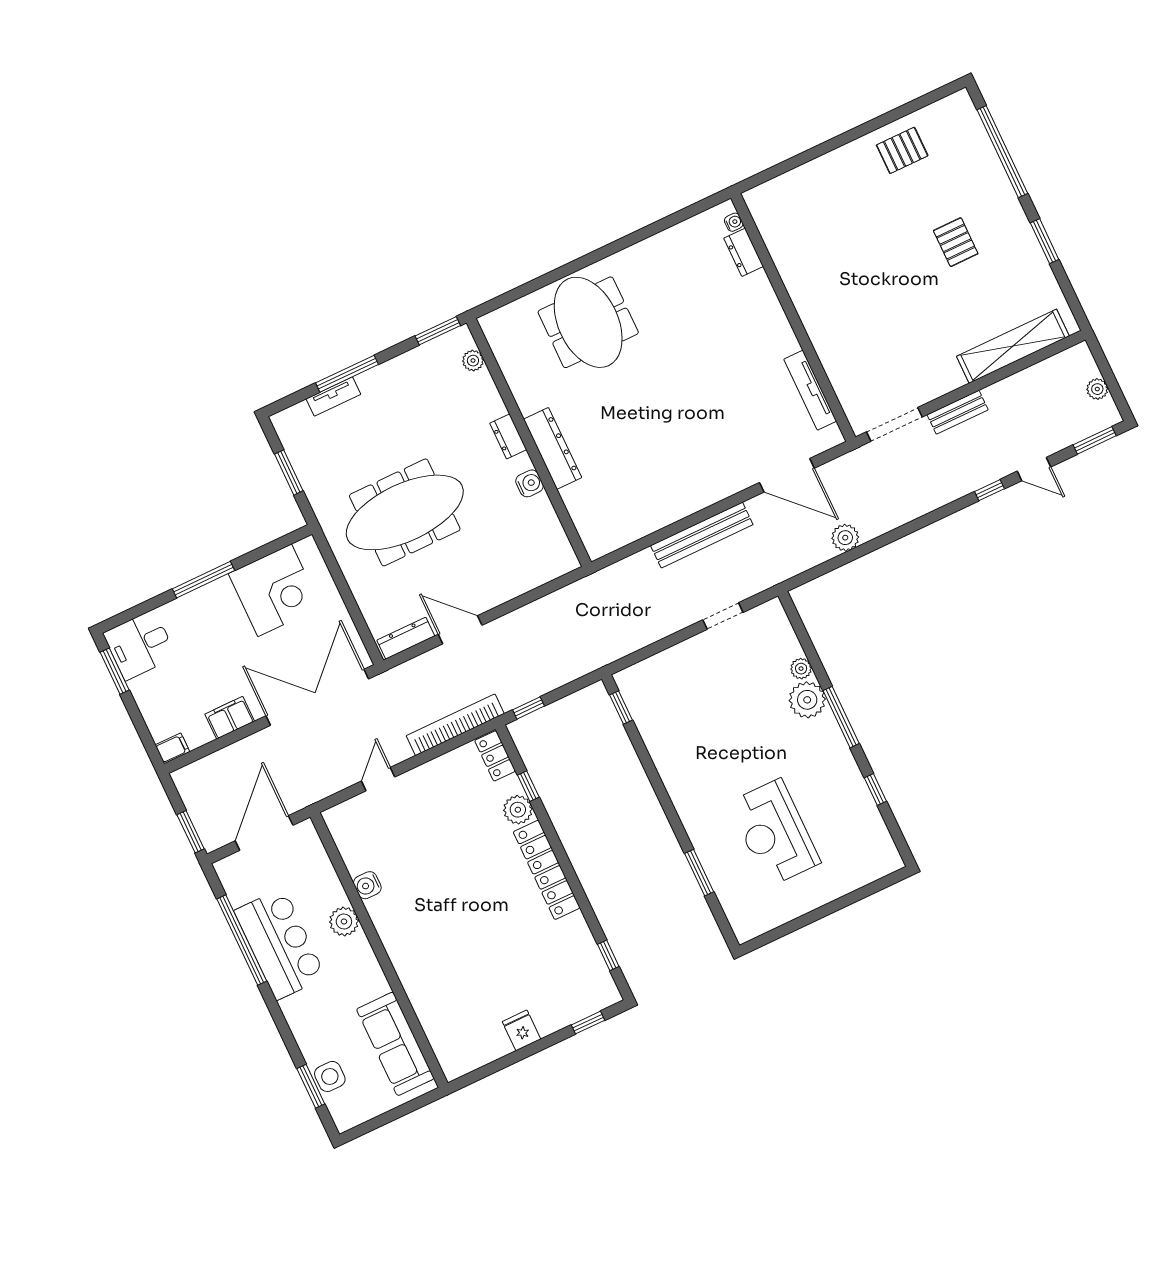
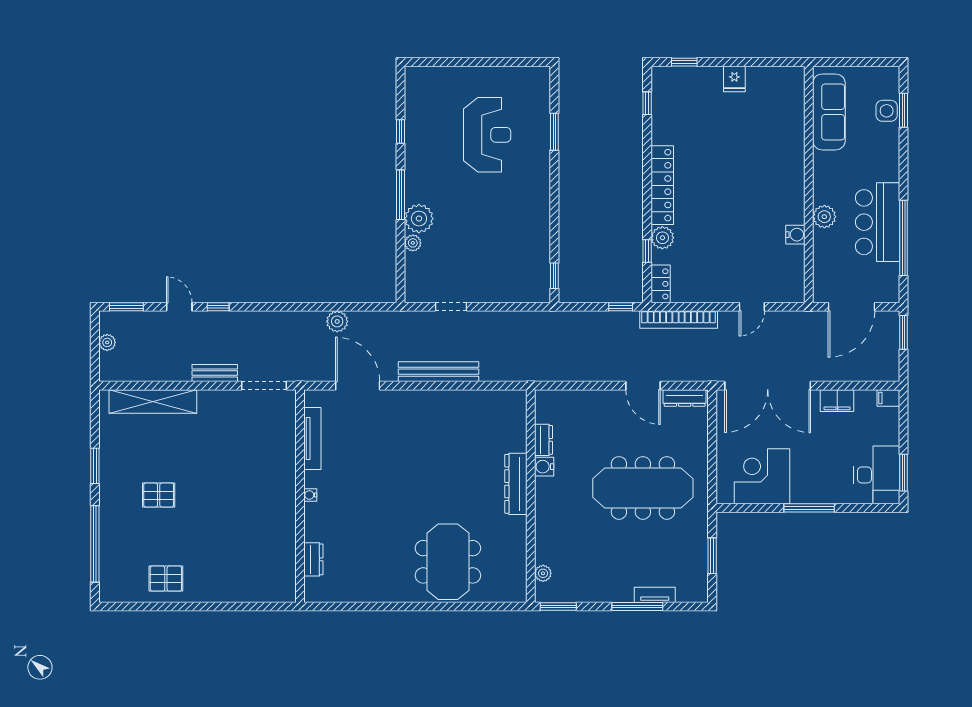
water cooler: (734, 222) -> (310, 495), moved
pallet: (956, 242) -> (159, 495), turned 90
dresser: (508, 436) -> (543, 440), moved
desk: (140, 645) -> (877, 475), width x1.37

